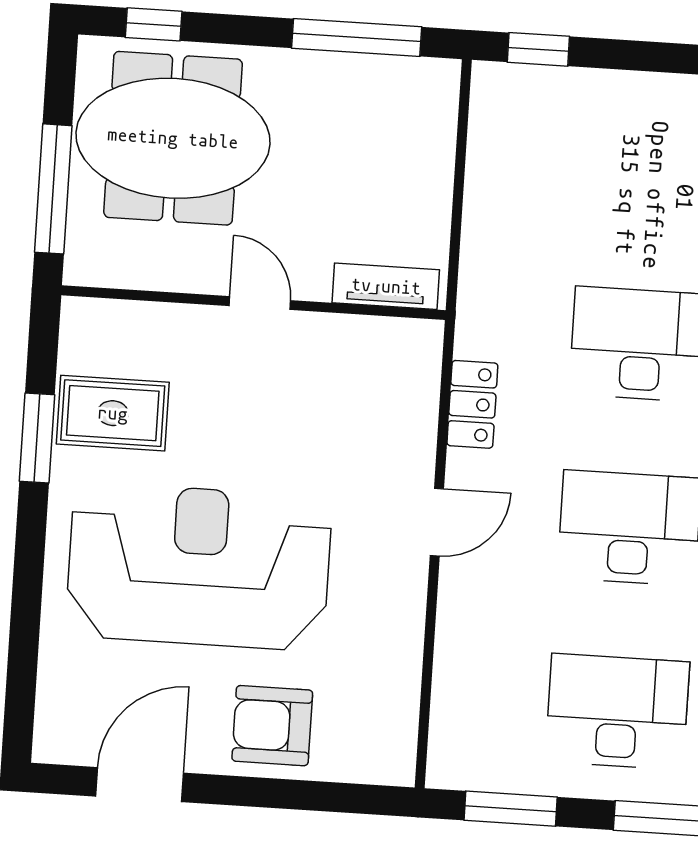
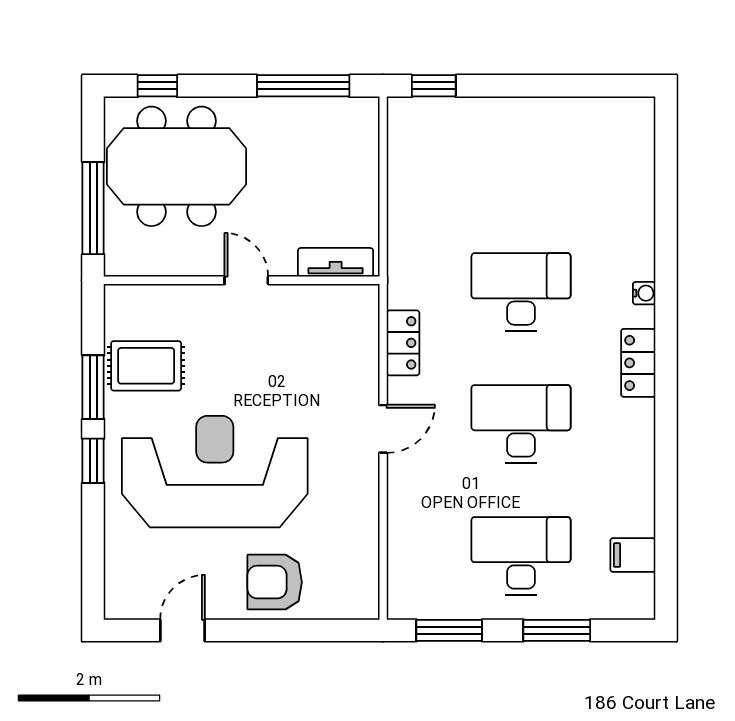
window: (30, 540) -> (93, 461), added
door: (140, 785) -> (182, 630), width x0.73

